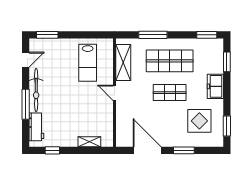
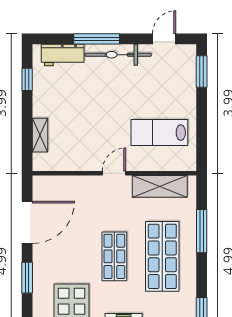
door: (26, 60) -> (164, 39), swing flipped

